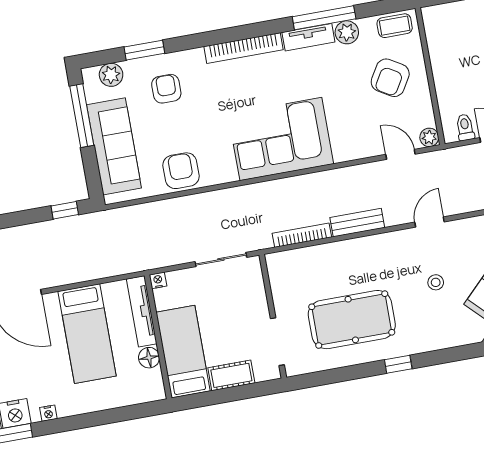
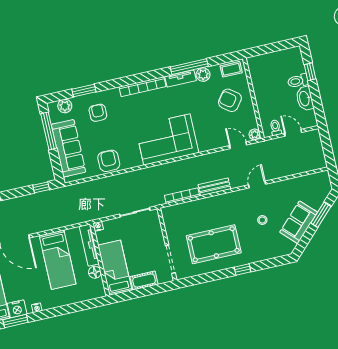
armchair: (390, 78) -> (230, 100), turned 96

